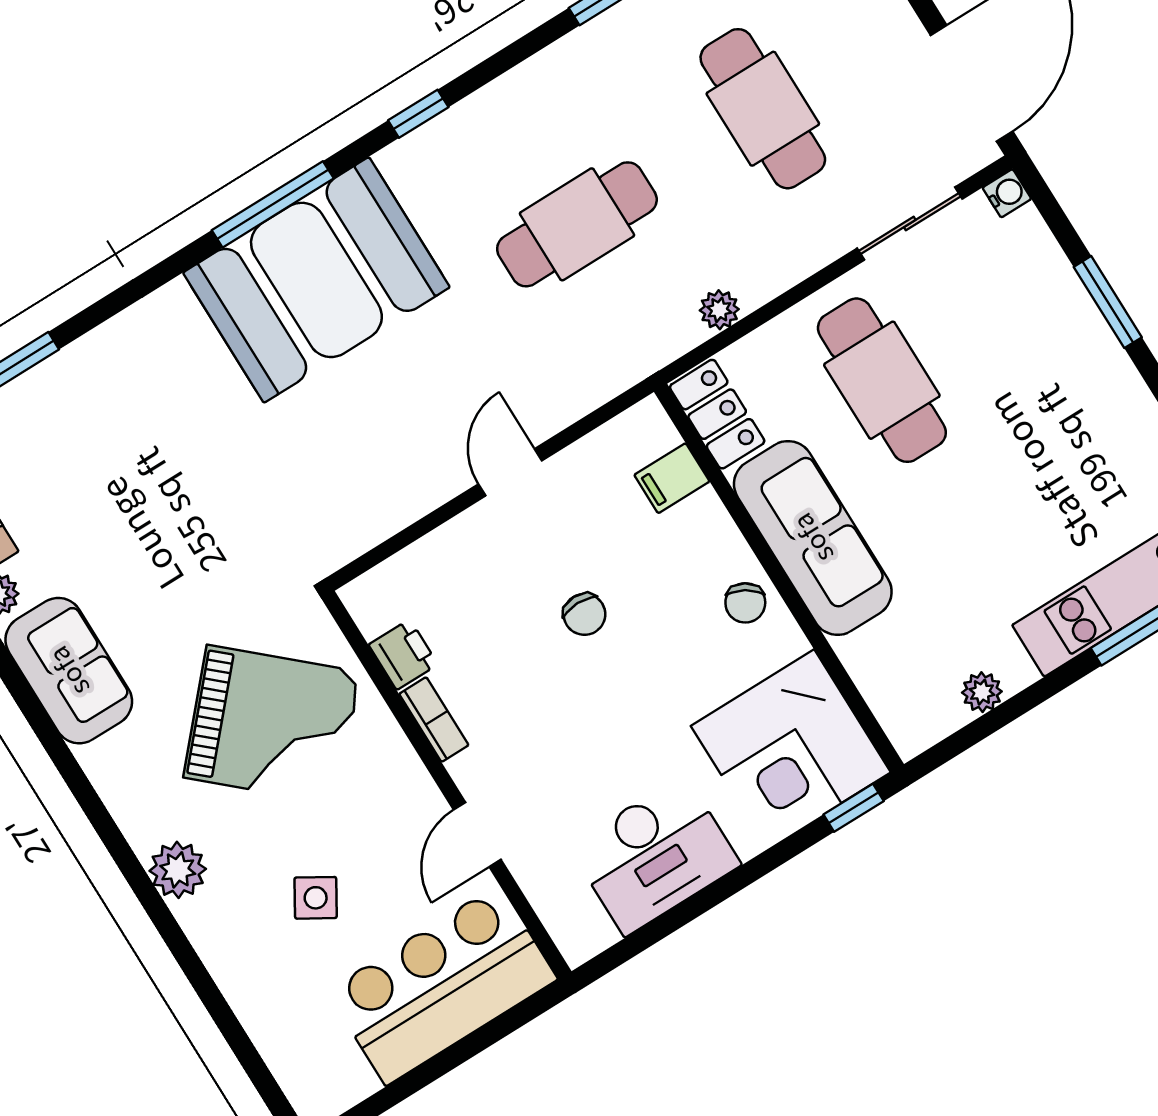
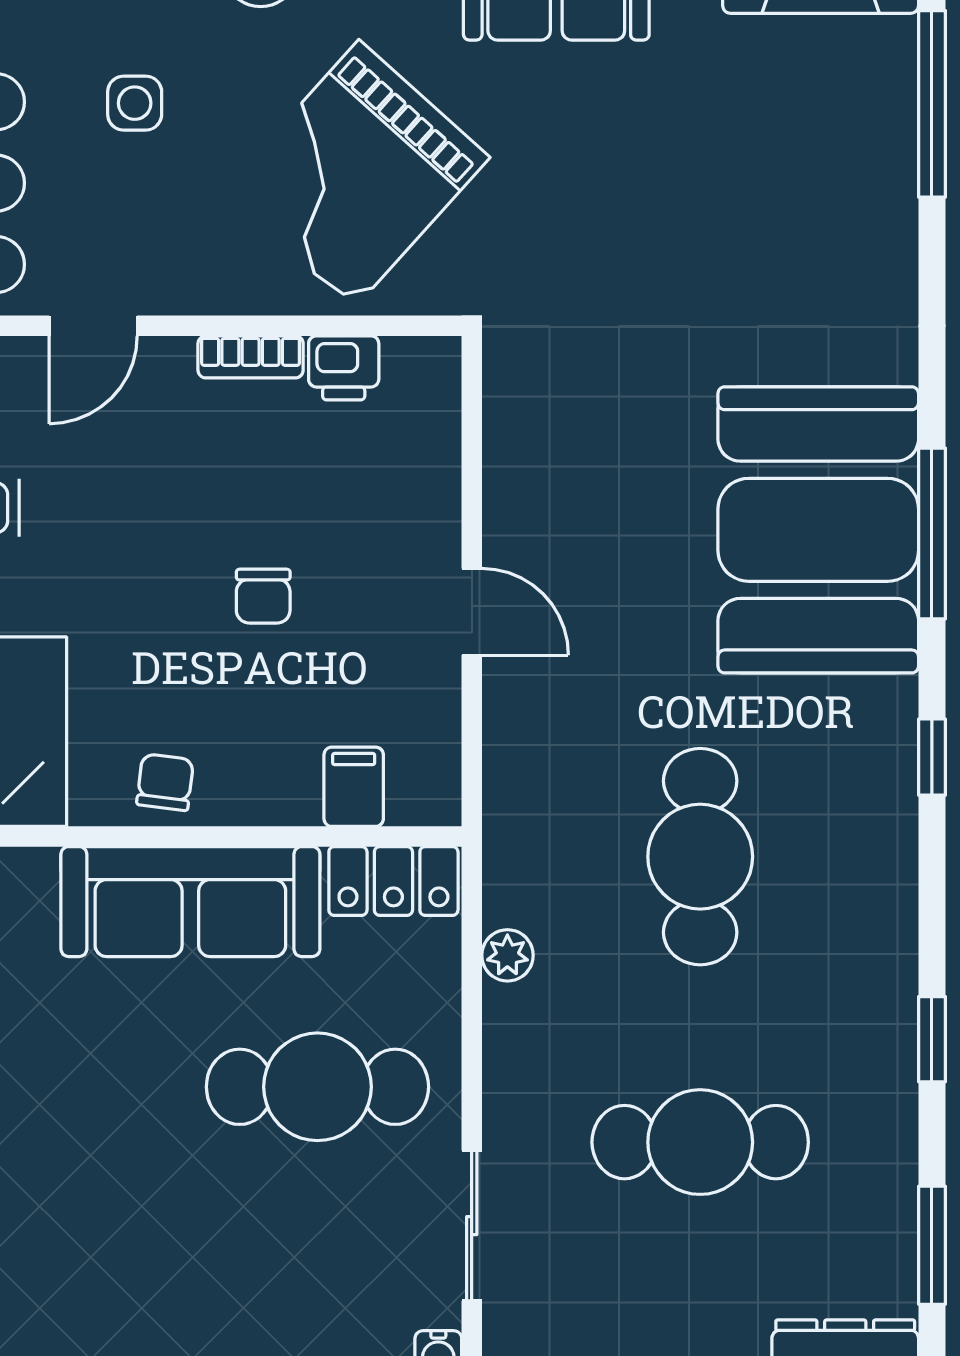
chair: (745, 603) -> (165, 782), turned 66
chair: (584, 614) -> (263, 596), turned -90
door: (477, 835) -> (93, 326), swing flipped
side table: (316, 898) -> (135, 103), turned -31

